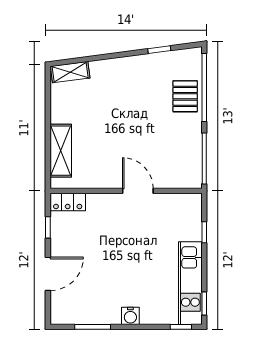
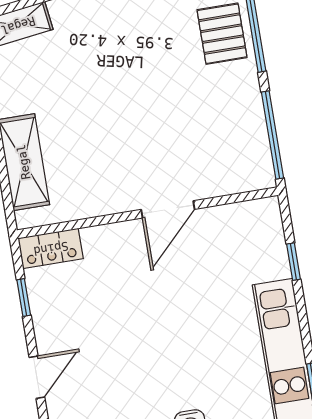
door: (138, 191) -> (168, 209), swing flipped
door: (48, 274) -> (37, 377), width x0.73

